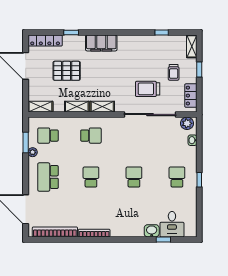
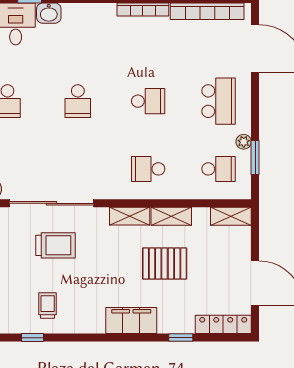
pallet: (67, 71) -> (165, 264), moved
trolley: (174, 72) -> (48, 306), moved
school desk: (91, 177) -> (148, 101), turned -90

